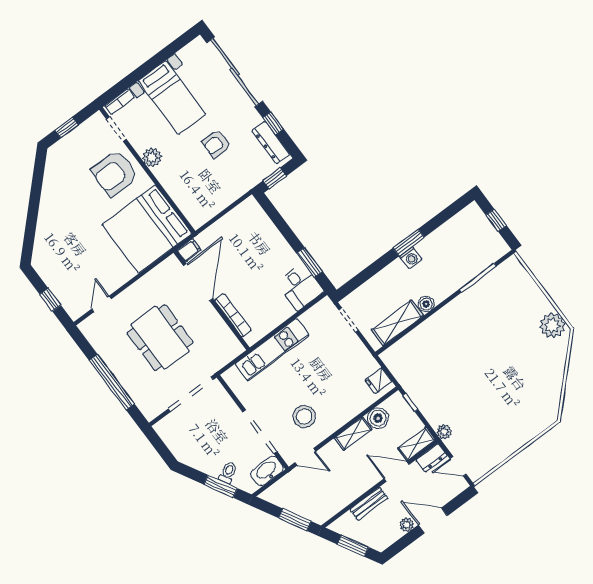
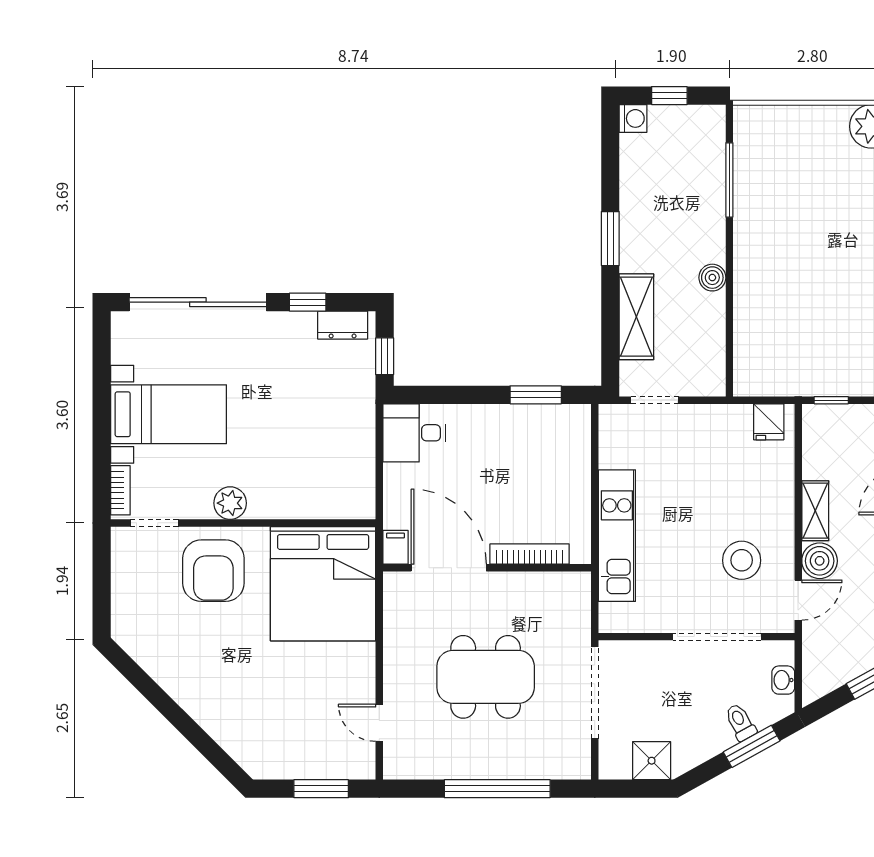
window: (66, 128) -> (102, 590), removed
dresser: (271, 143) -> (343, 325), width x0.70
armchair: (216, 144) -> (277, 401), removed
washing machine: (411, 258) -> (633, 118), moved
desk: (300, 287) -> (414, 433), moved, turned 180
window: (50, 300) -> (321, 789), width x1.50
shelving: (397, 323) -> (636, 317), moved
boiler: (378, 418) -> (820, 561), moved
shower: (179, 445) -> (652, 761), added
washbasin: (267, 471) -> (783, 680), width x0.52, depth x0.69

